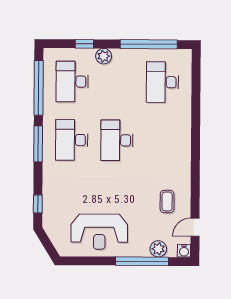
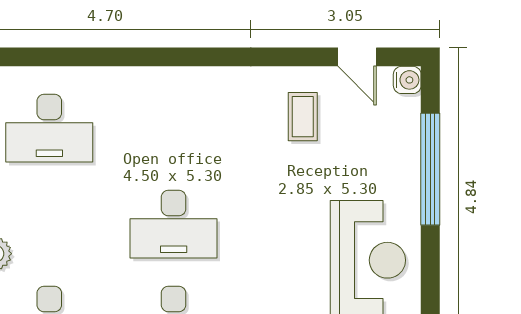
coffee table: (167, 201) -> (303, 117), turned 90
plant: (158, 249) -> (403, 134), removed

